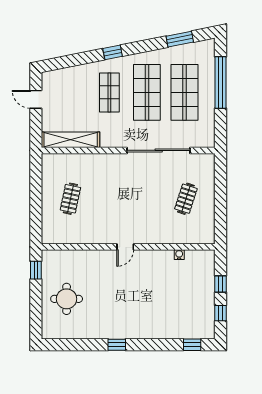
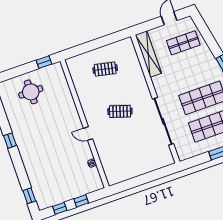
shop shelf: (109, 92) -> (183, 43), moved
clothes rail: (186, 199) -> (120, 111), moved
door: (125, 247) -> (88, 134), moved

